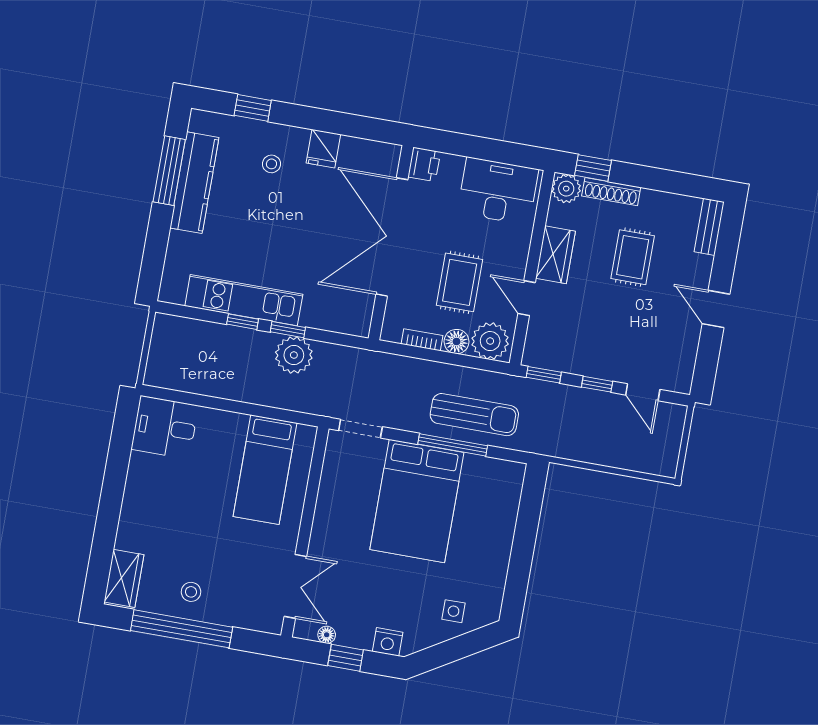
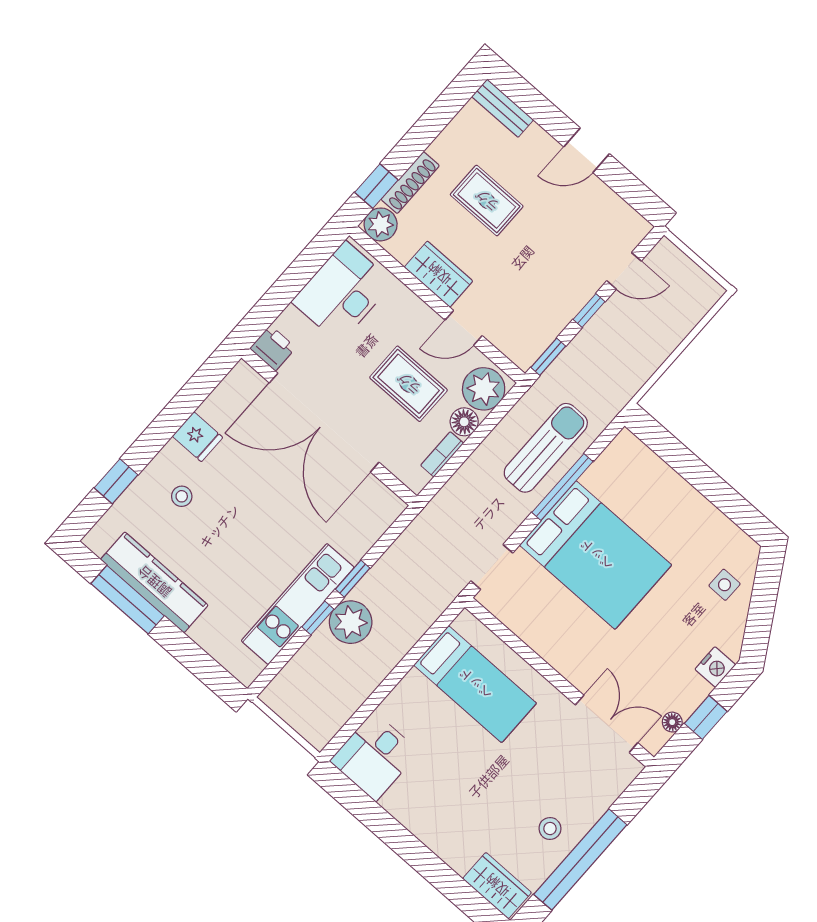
plant: (294, 355) -> (351, 622), moved

